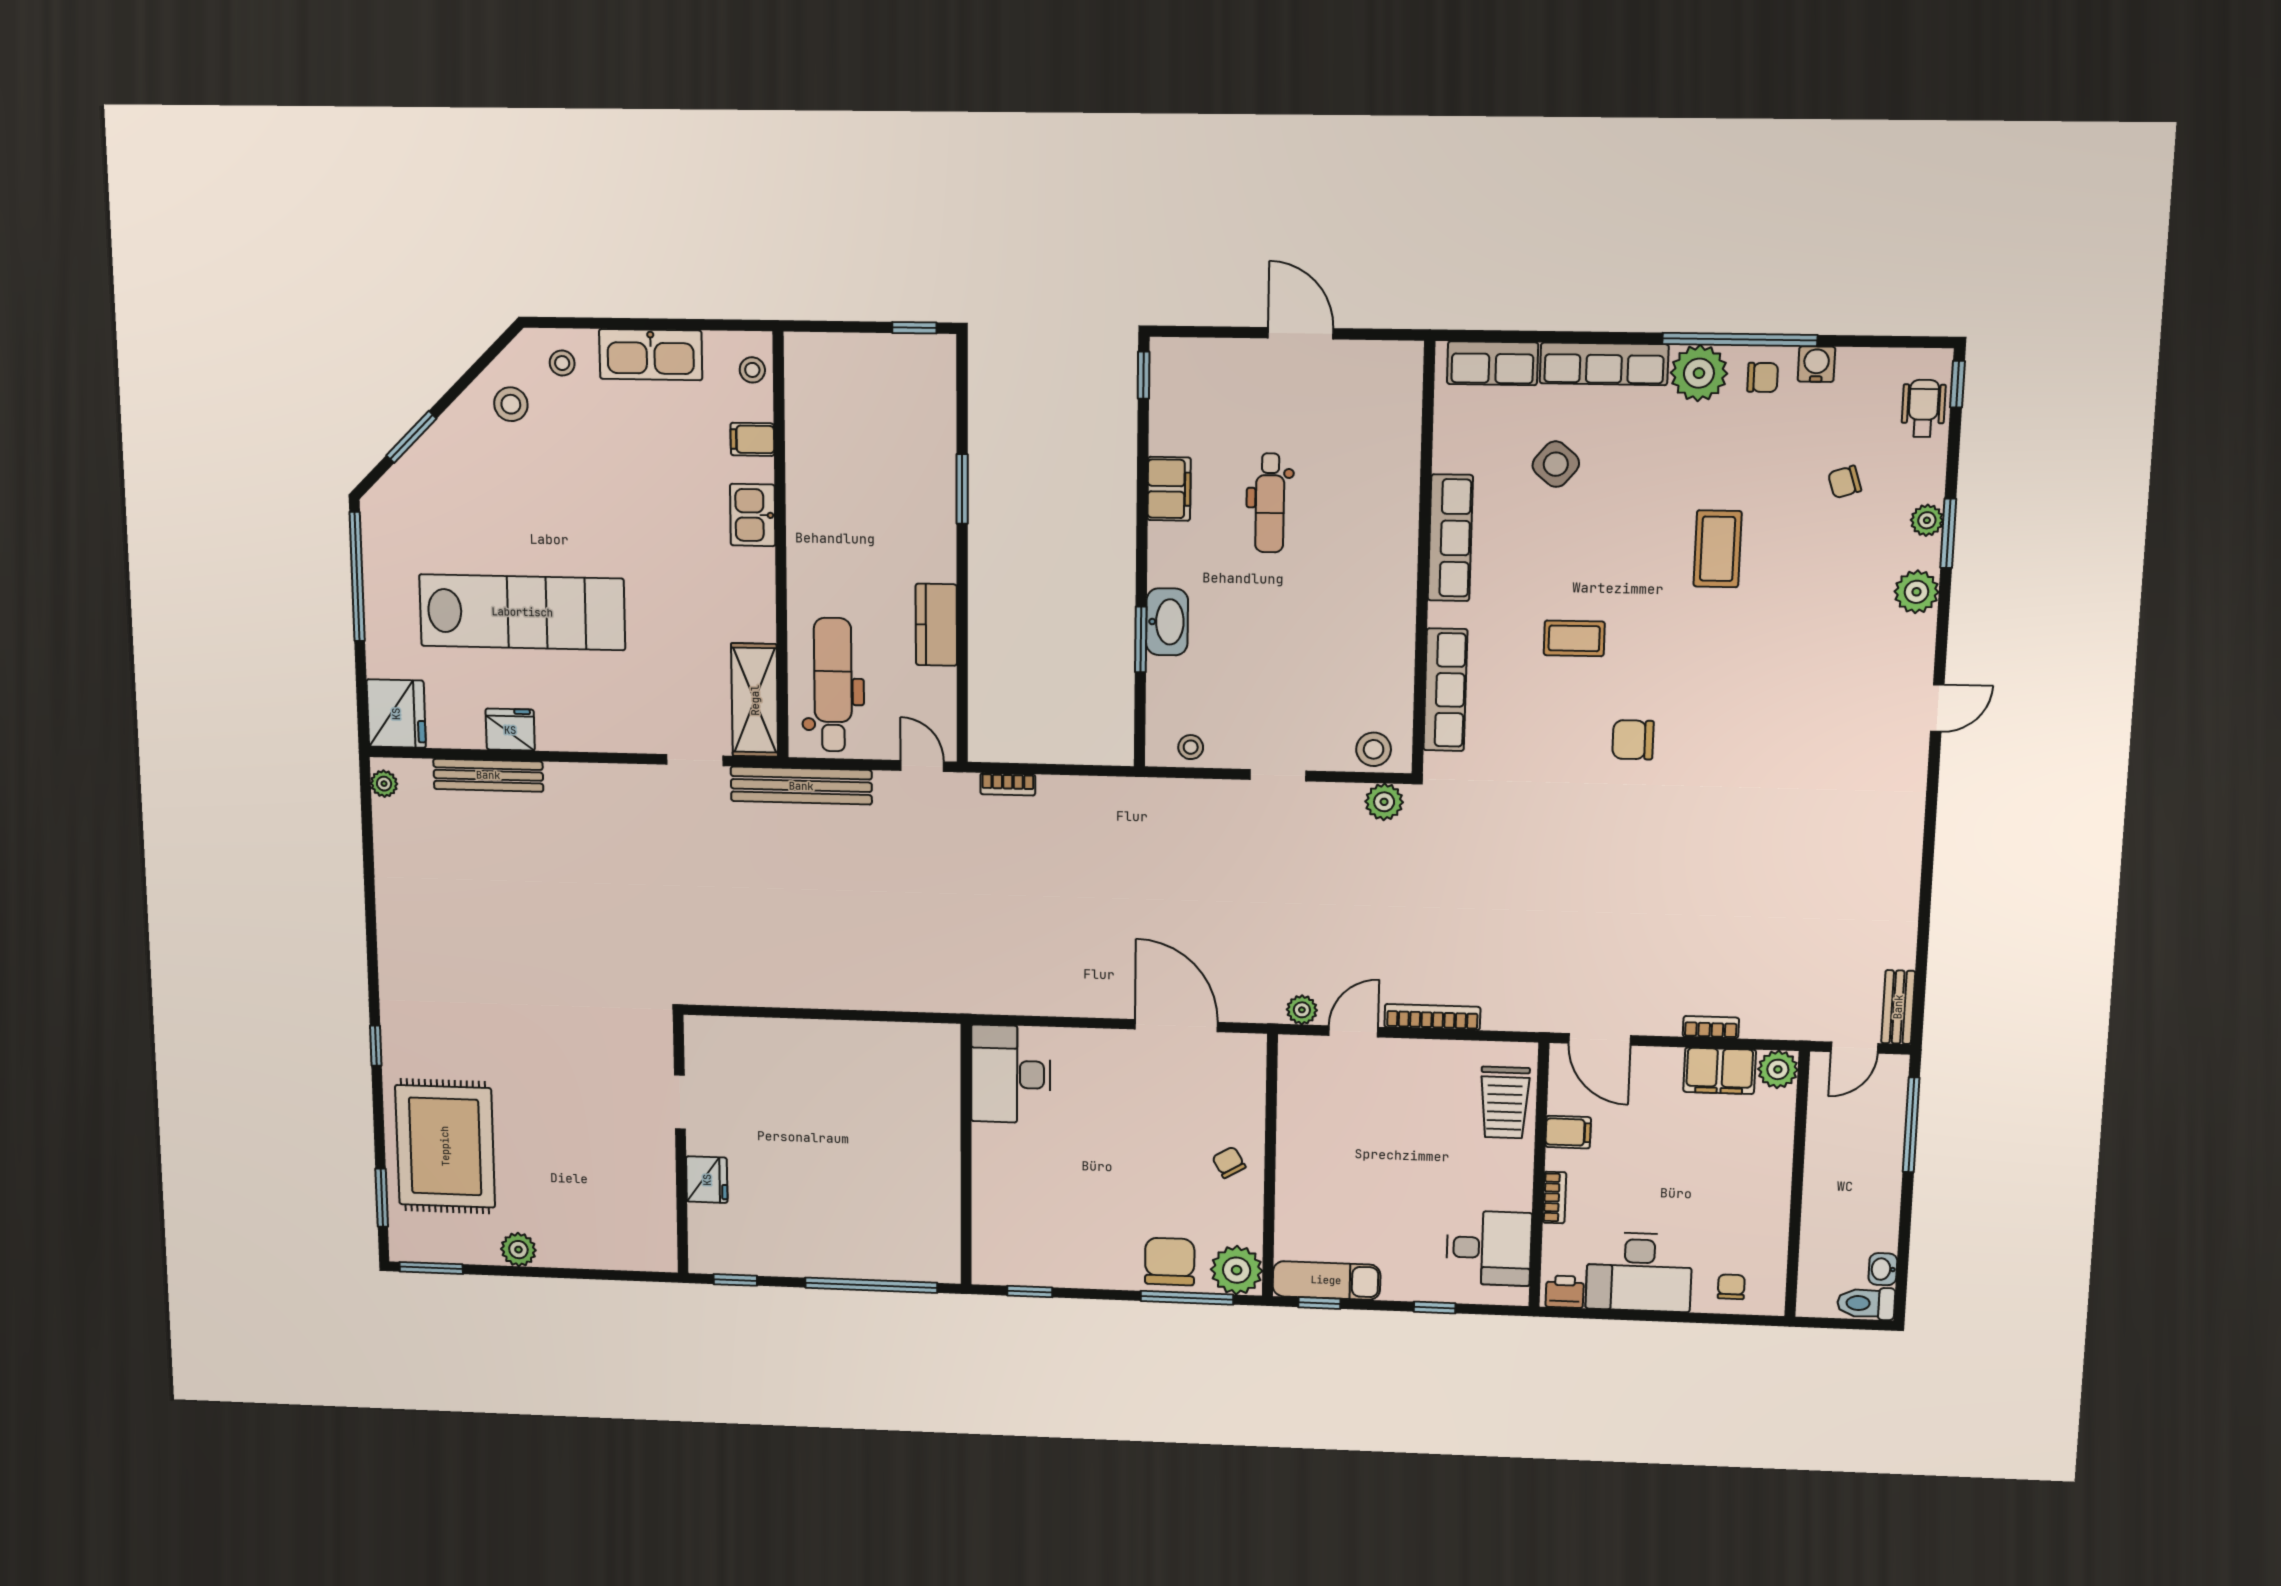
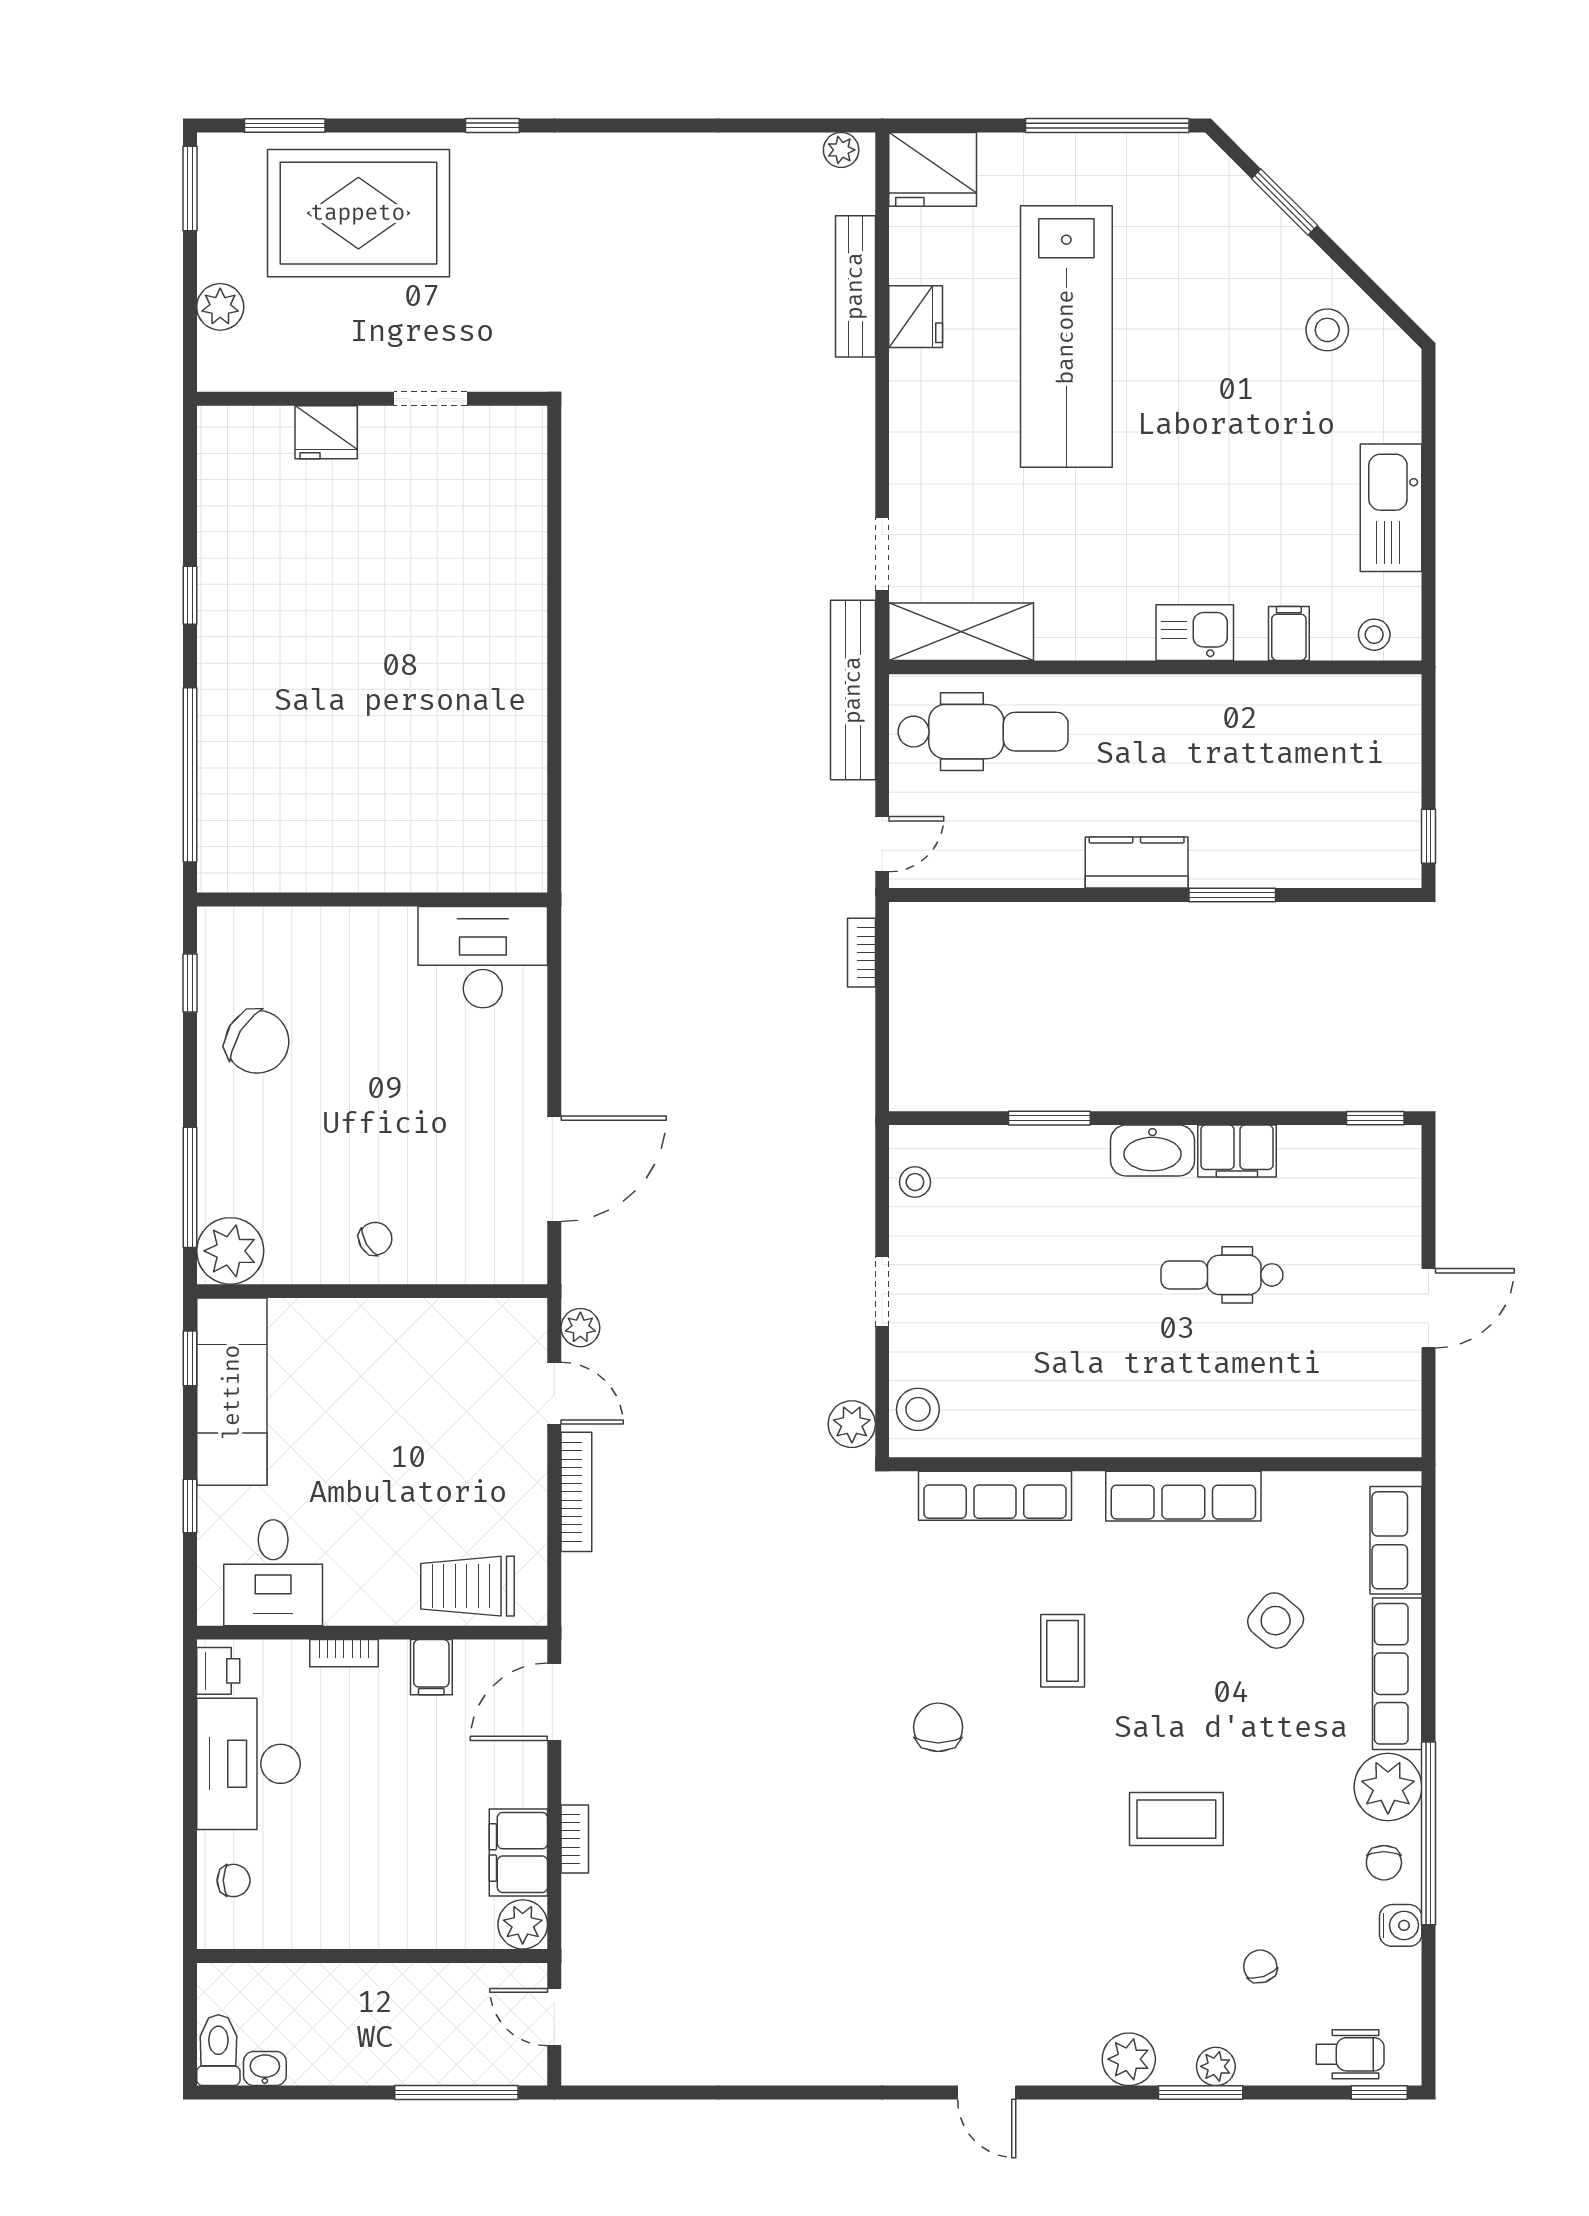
stool: (562, 363) -> (1379, 396), removed
washbasin: (1167, 622) -> (1152, 1150), moved
kitchen counter: (936, 625) -> (1137, 863), moved
bench: (1898, 1007) -> (608, 2068), removed
doorway: (680, 1102) -> (430, 399), moved
wall: (681, 1145) -> (372, 399), moved
fridge: (707, 1180) -> (326, 432), moved
chair: (1170, 1262) -> (257, 1042), moved, turned 32
exam couch: (1326, 1280) -> (232, 1392), width x1.36, depth x1.45

